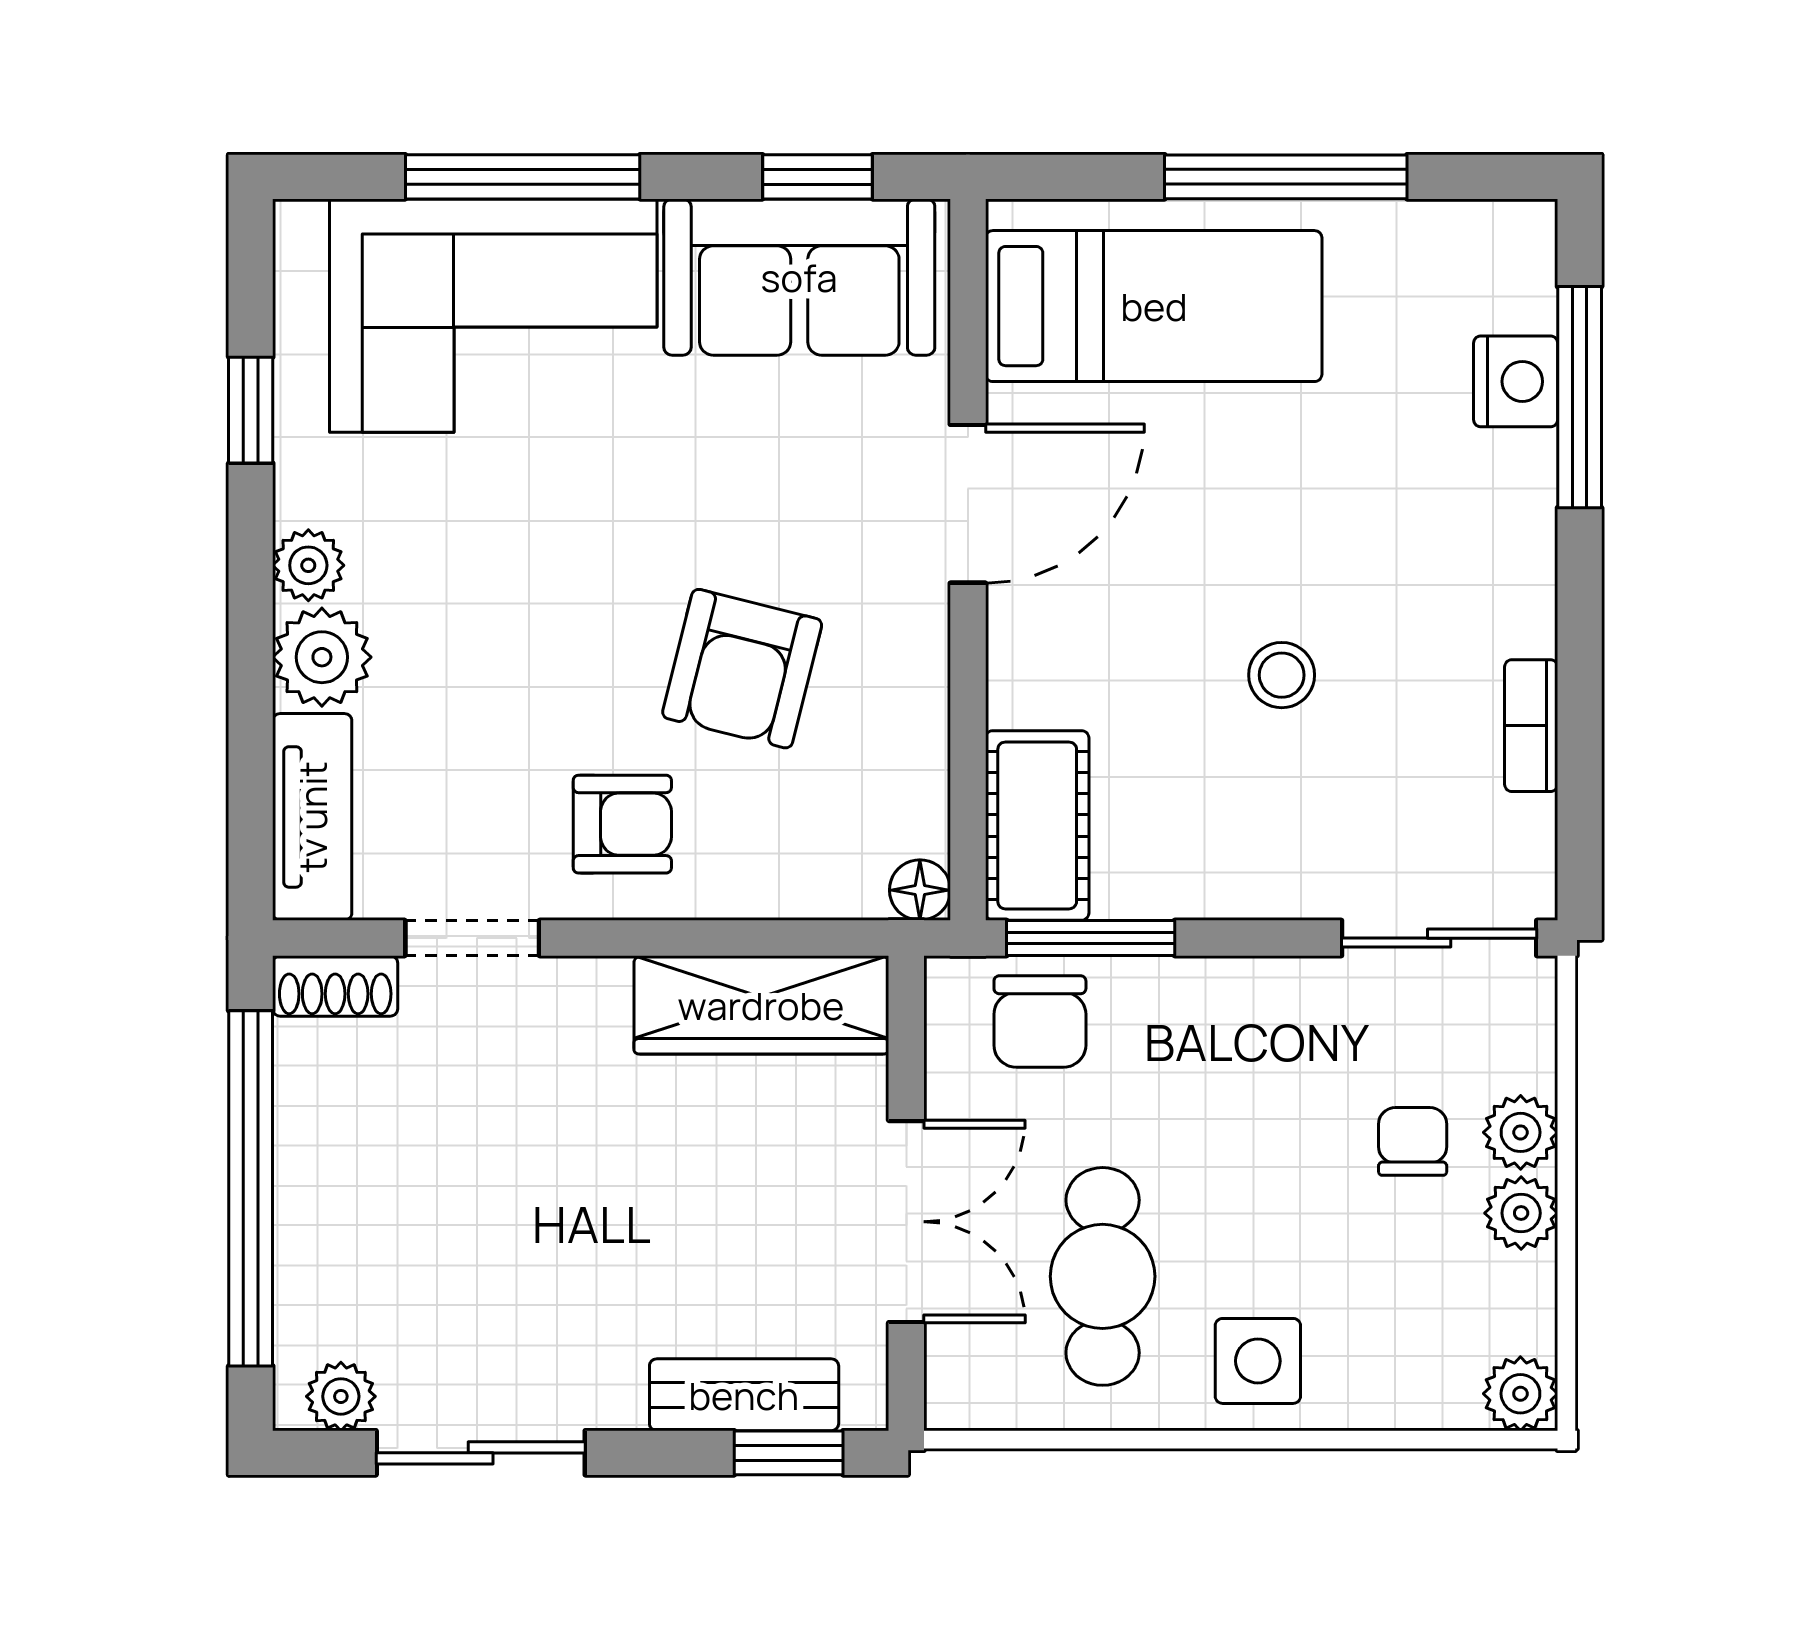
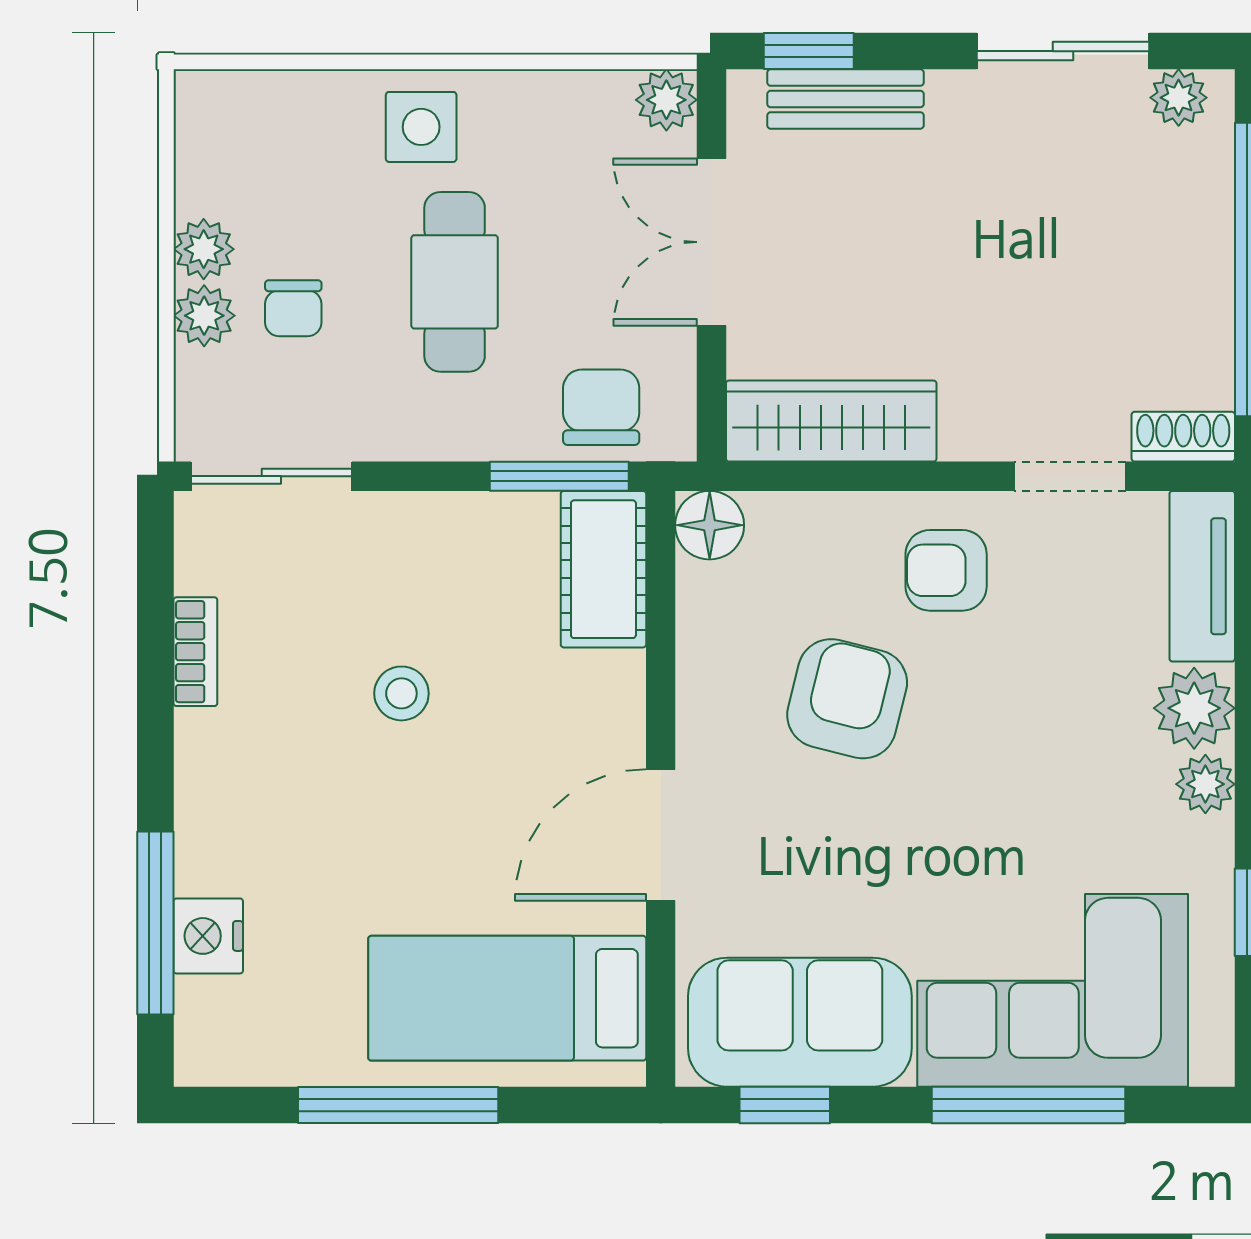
floor lamp: (920, 890) -> (710, 525), width x1.37, depth x1.37
cafe table: (1103, 1276) -> (455, 282), moved
plant: (1520, 1394) -> (666, 100), moved

